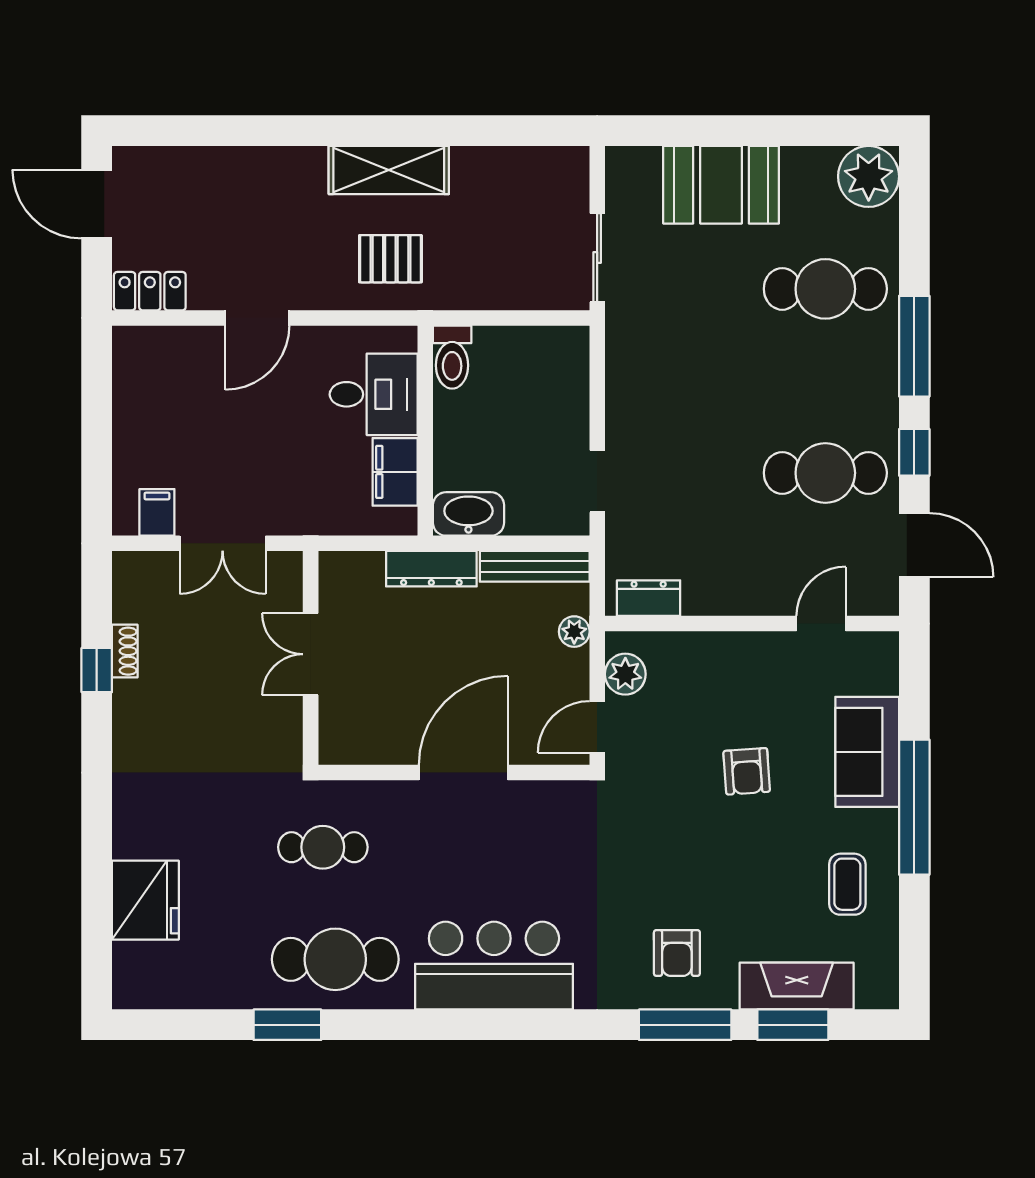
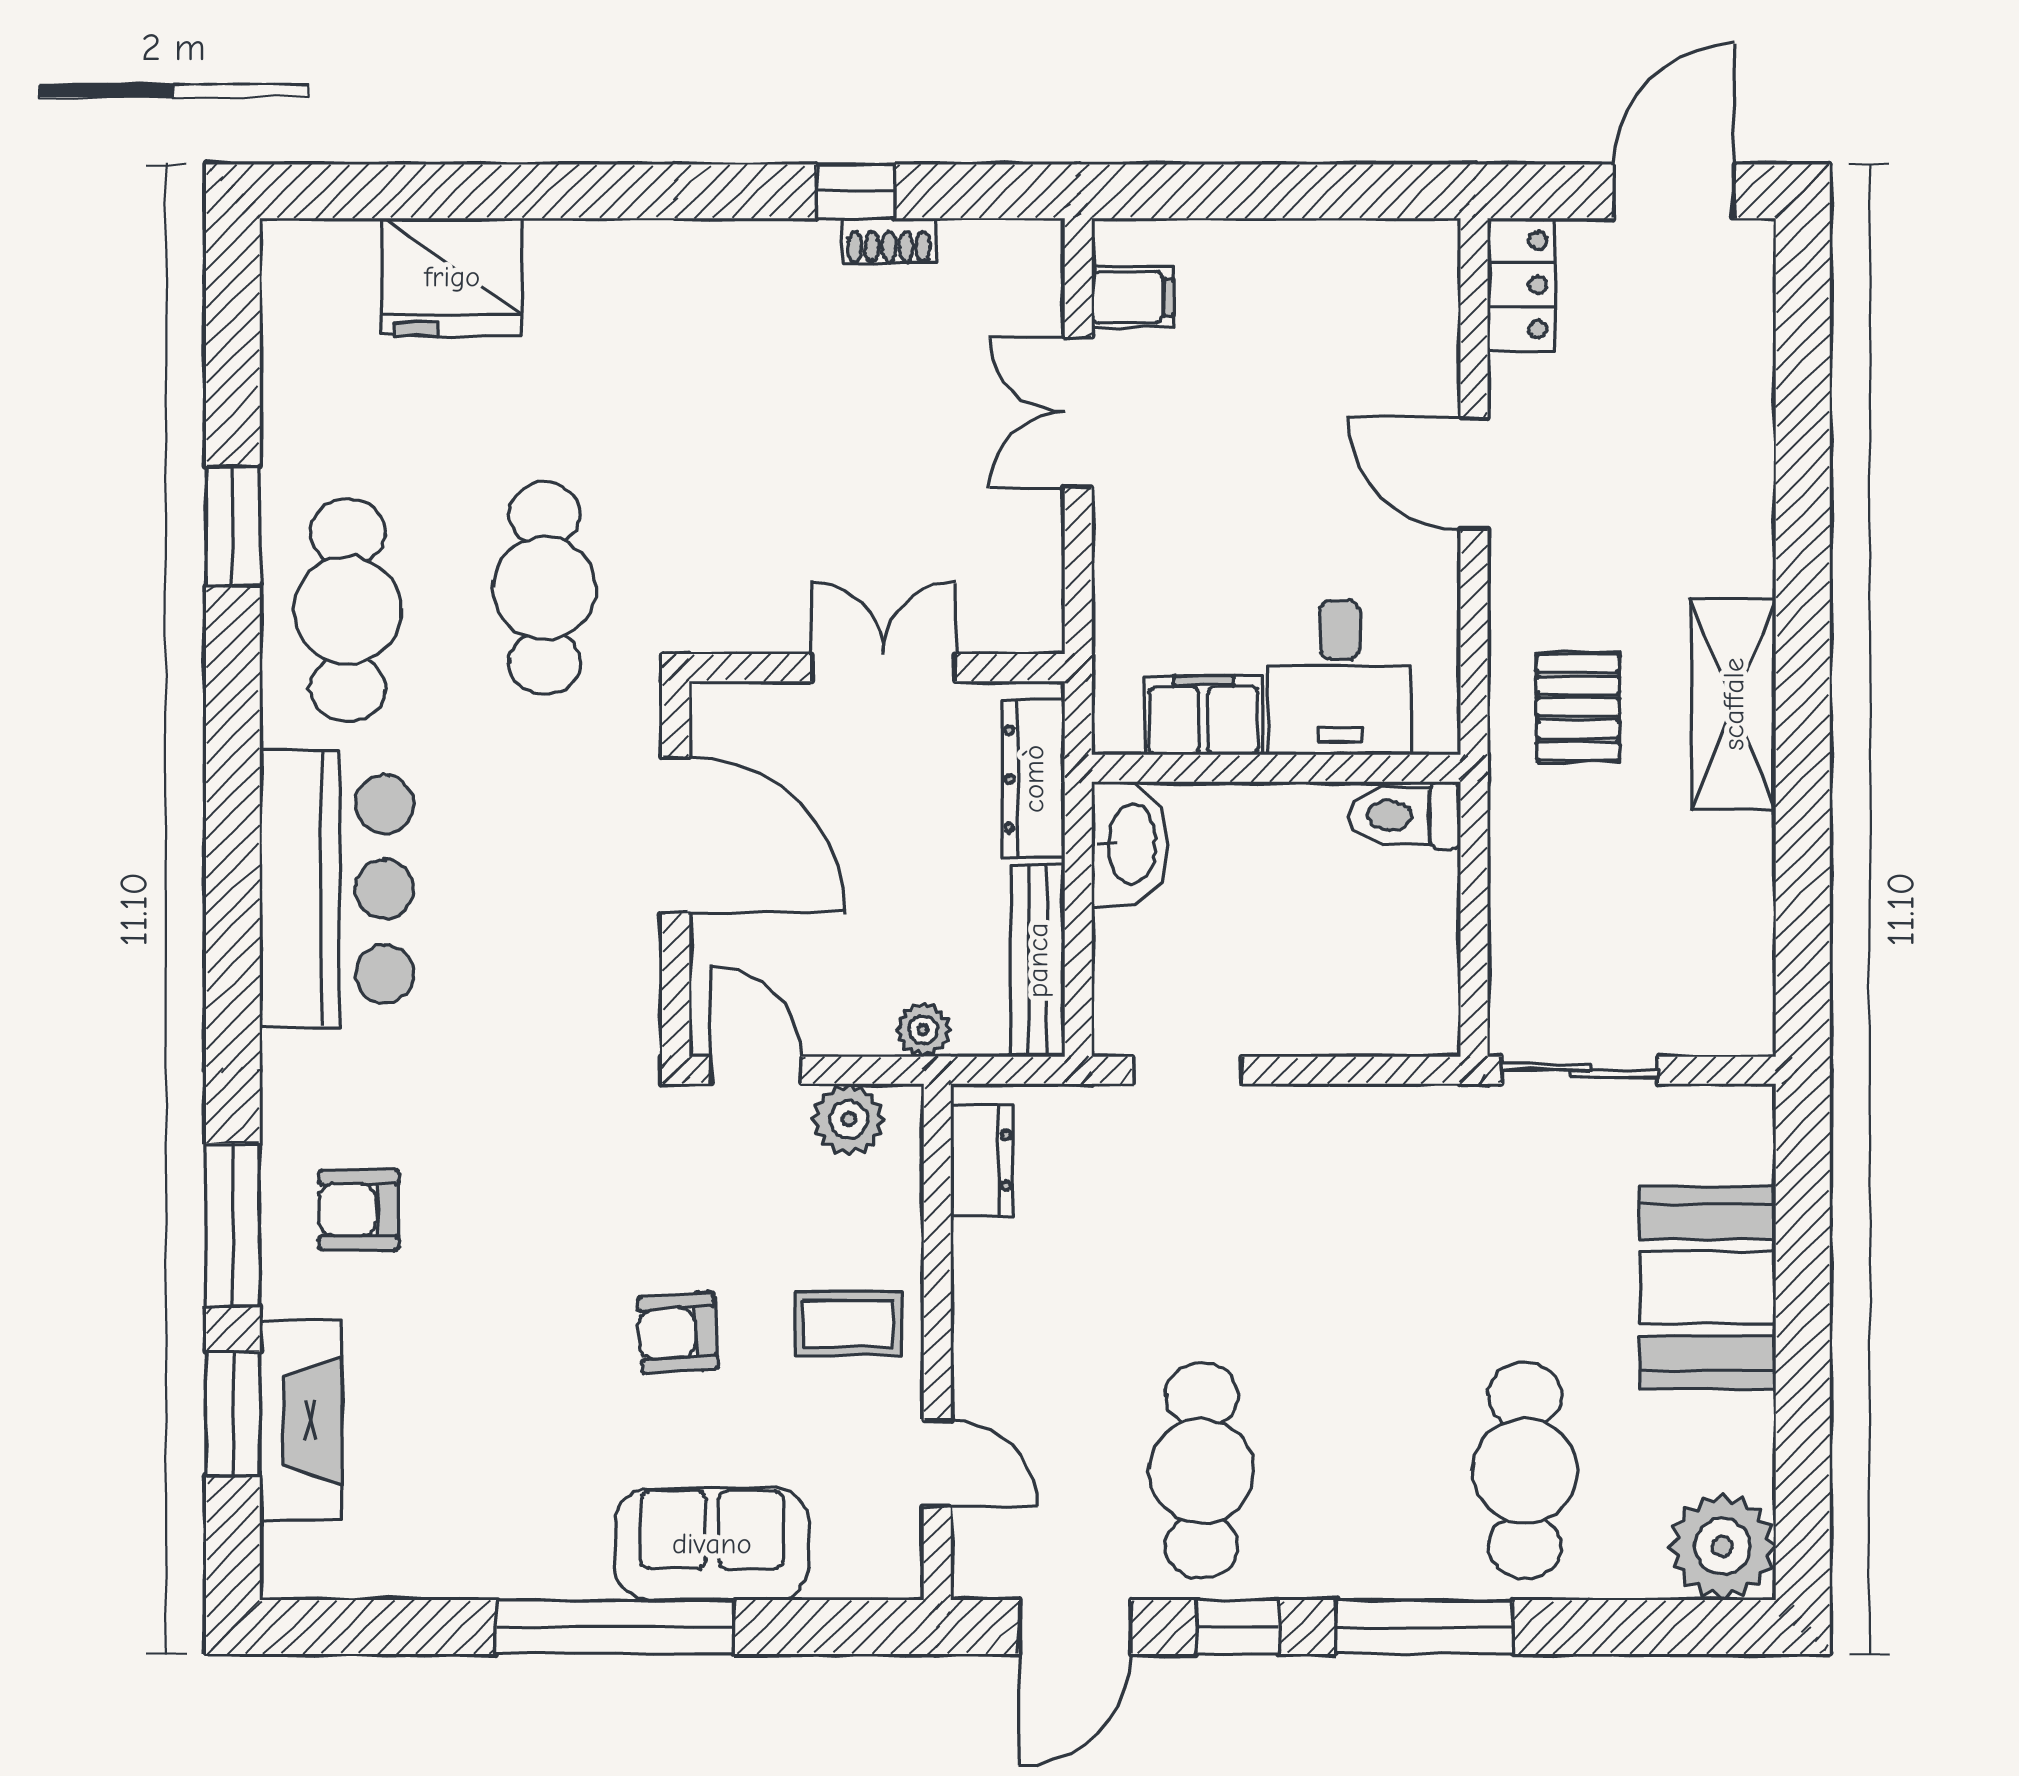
double door: (311, 654) -> (883, 668), moved
wall: (311, 658) -> (877, 668), moved
cafe table: (323, 847) -> (545, 588), width x1.37, depth x1.35
coffee table: (847, 884) -> (848, 1324), moved

